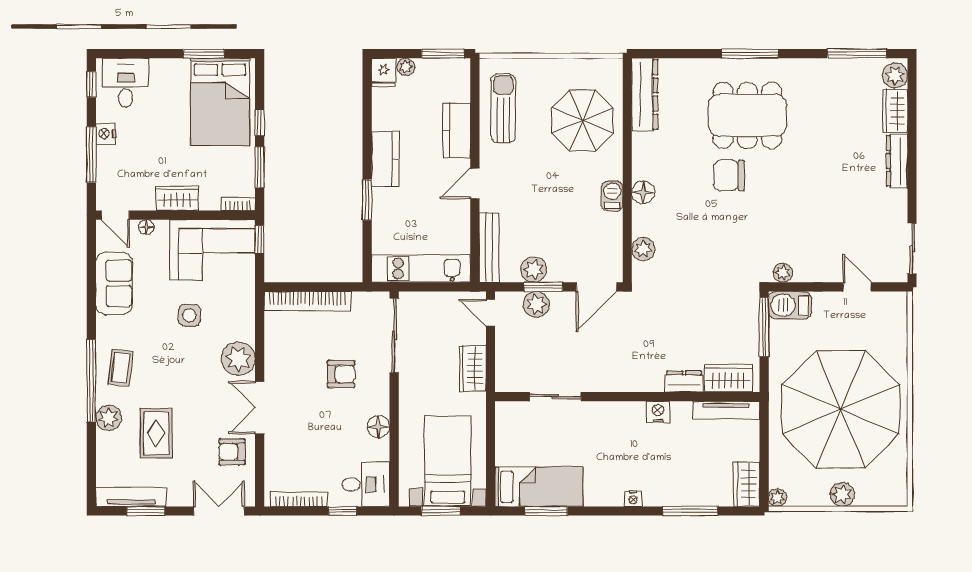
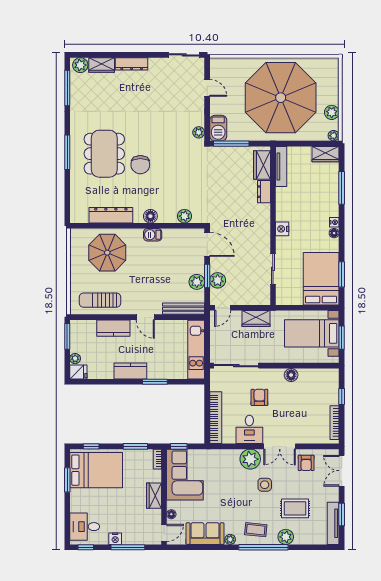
dresser: (645, 94) -> (111, 215), moved
window: (260, 122) -> (91, 446), moved
door: (857, 287) -> (207, 88), swing flipped
side table: (189, 315) -> (265, 485), moved
plant: (104, 325) -> (230, 539), added
nightstand: (658, 412) -> (282, 229), moved
desk: (366, 484) -> (249, 429), moved, turned 180
bed: (539, 487) -> (321, 279), width x1.50
plant: (842, 495) -> (332, 112), moved
floor lamp: (615, 498) -> (334, 233), added

